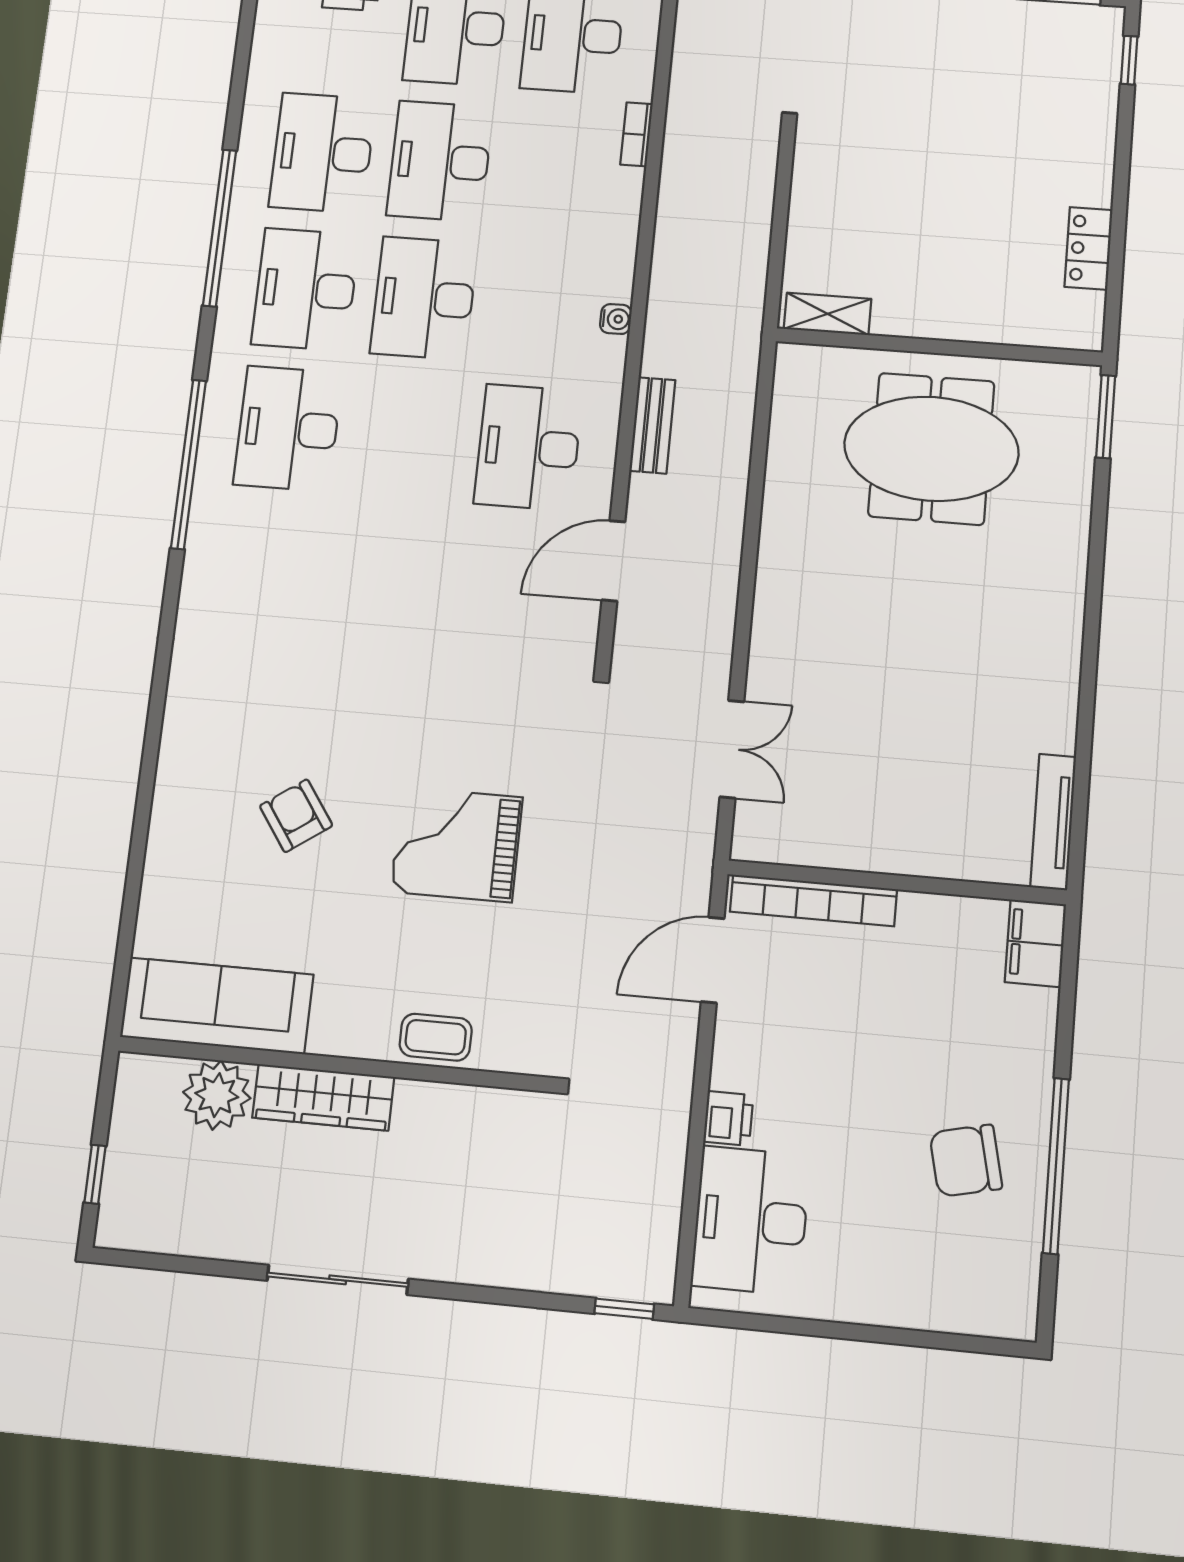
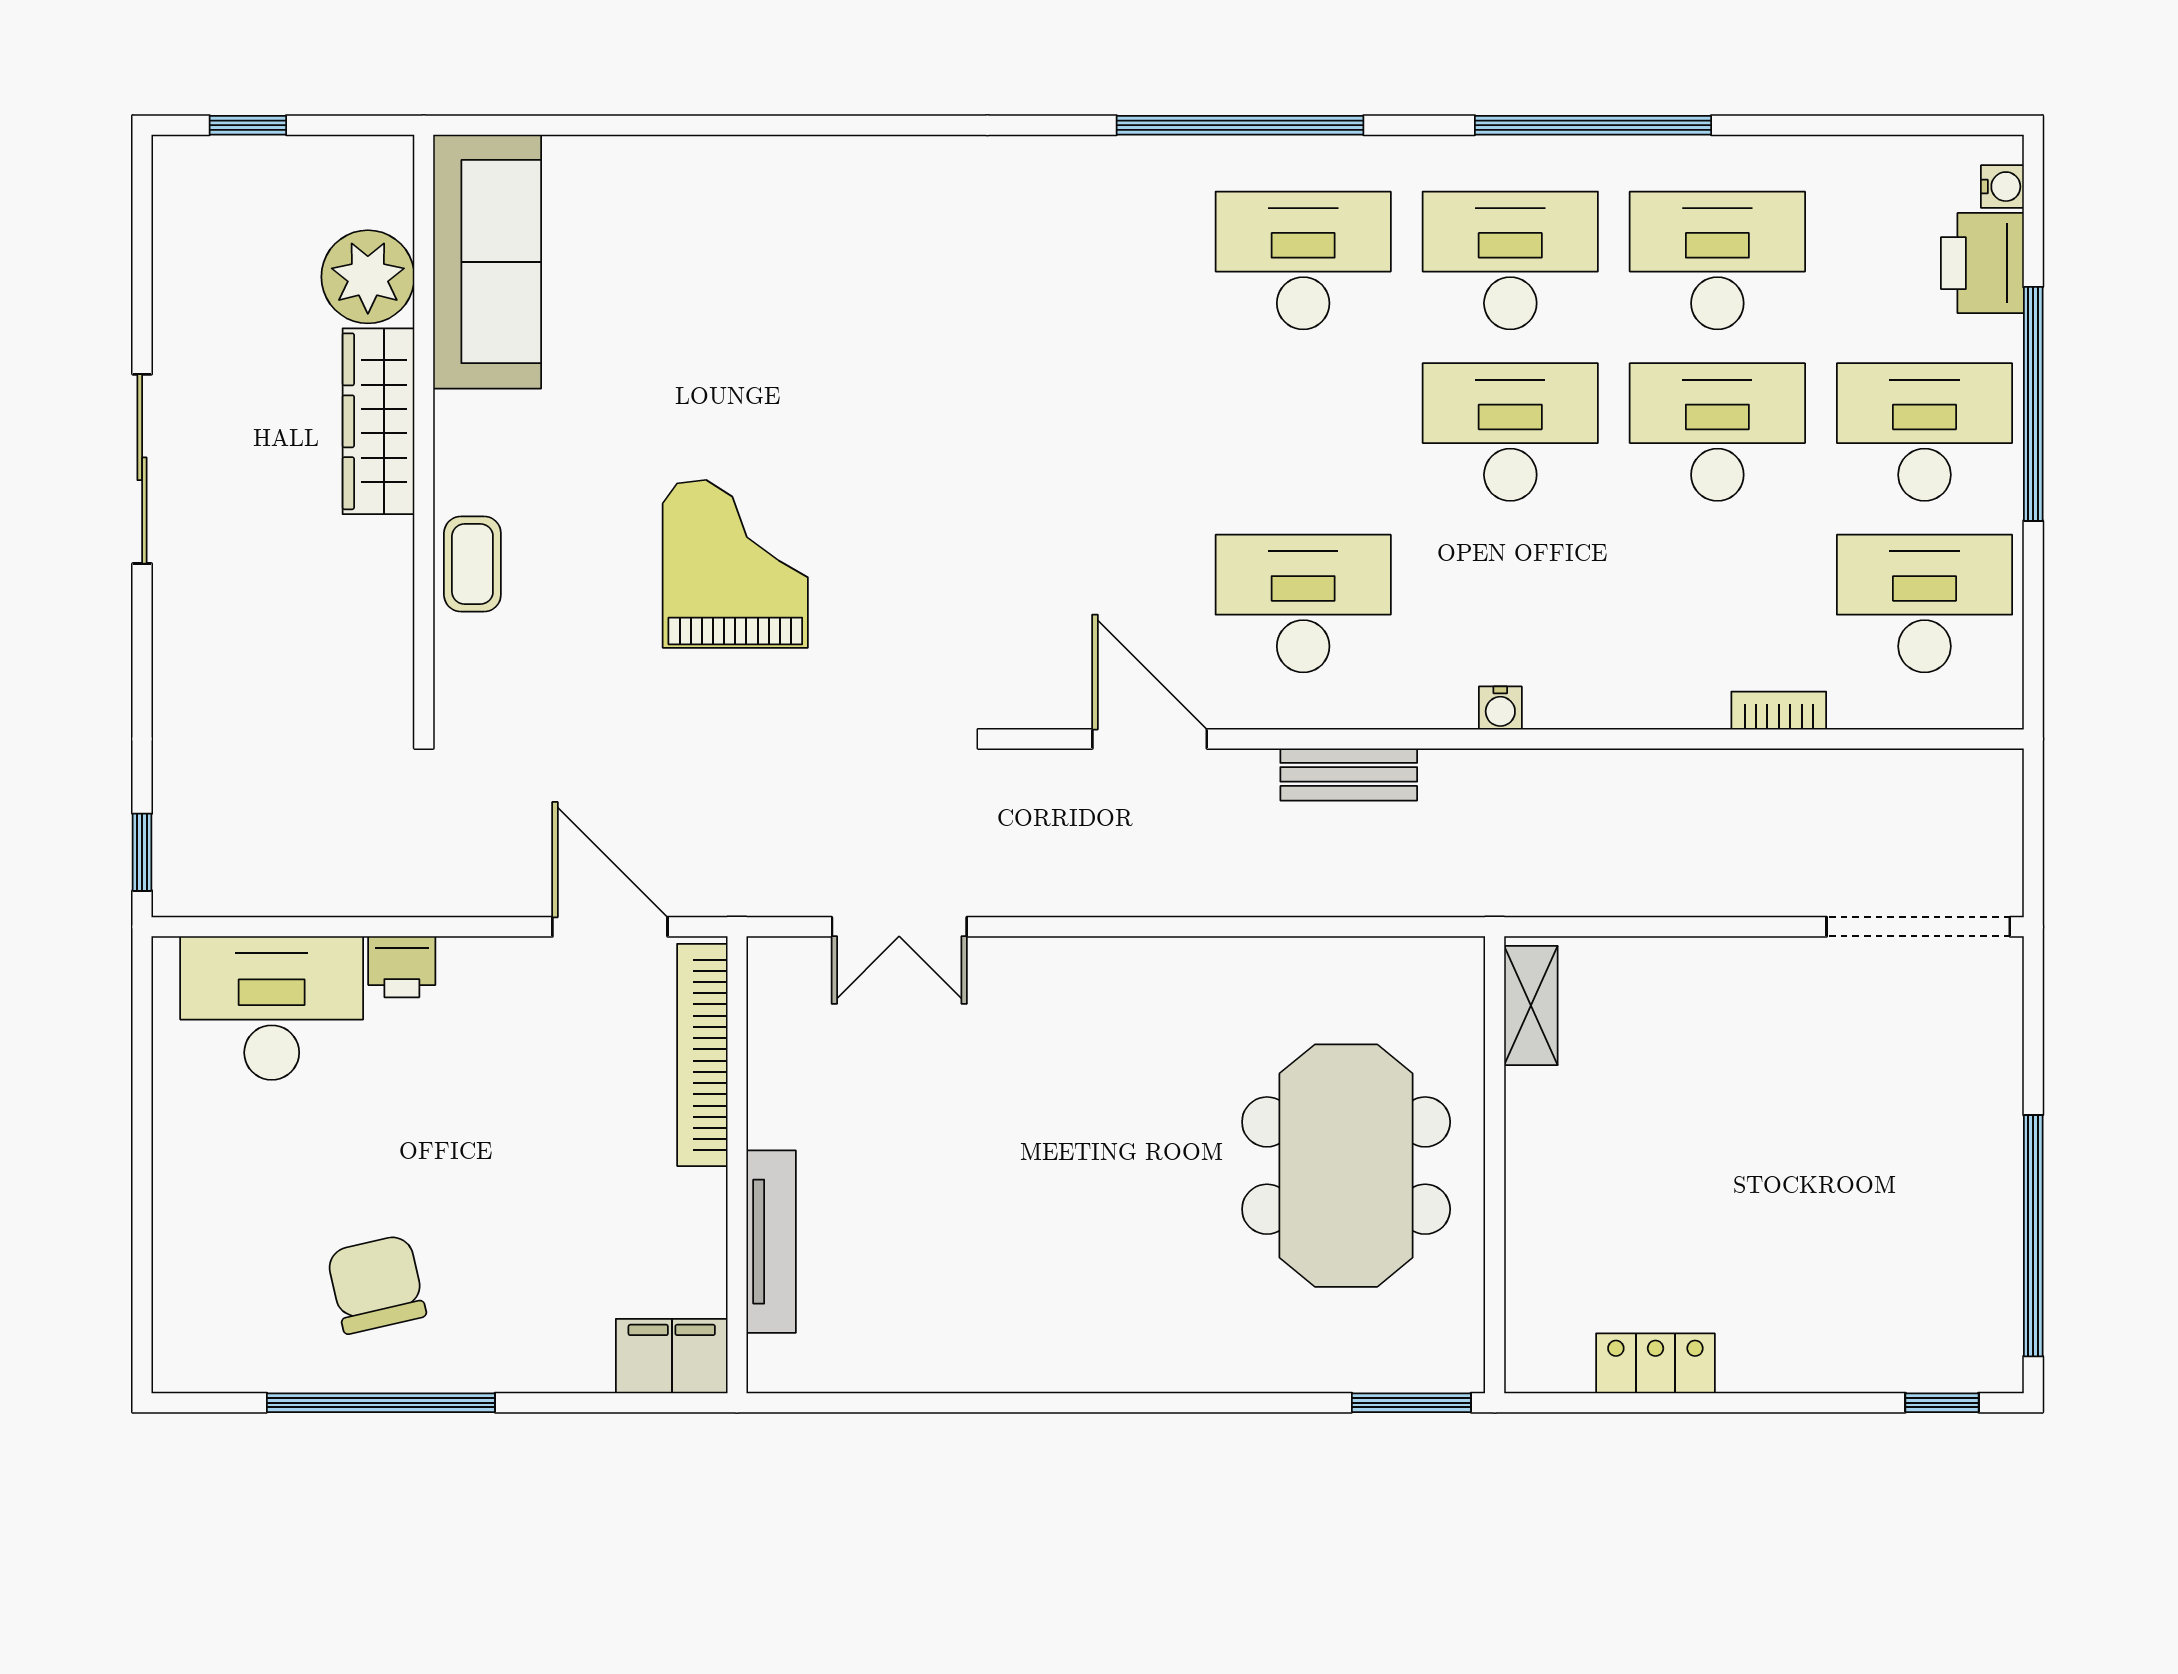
armchair: (296, 816) -> (755, 338), removed
tv unit: (1053, 822) -> (771, 1242), moved, turned 90

